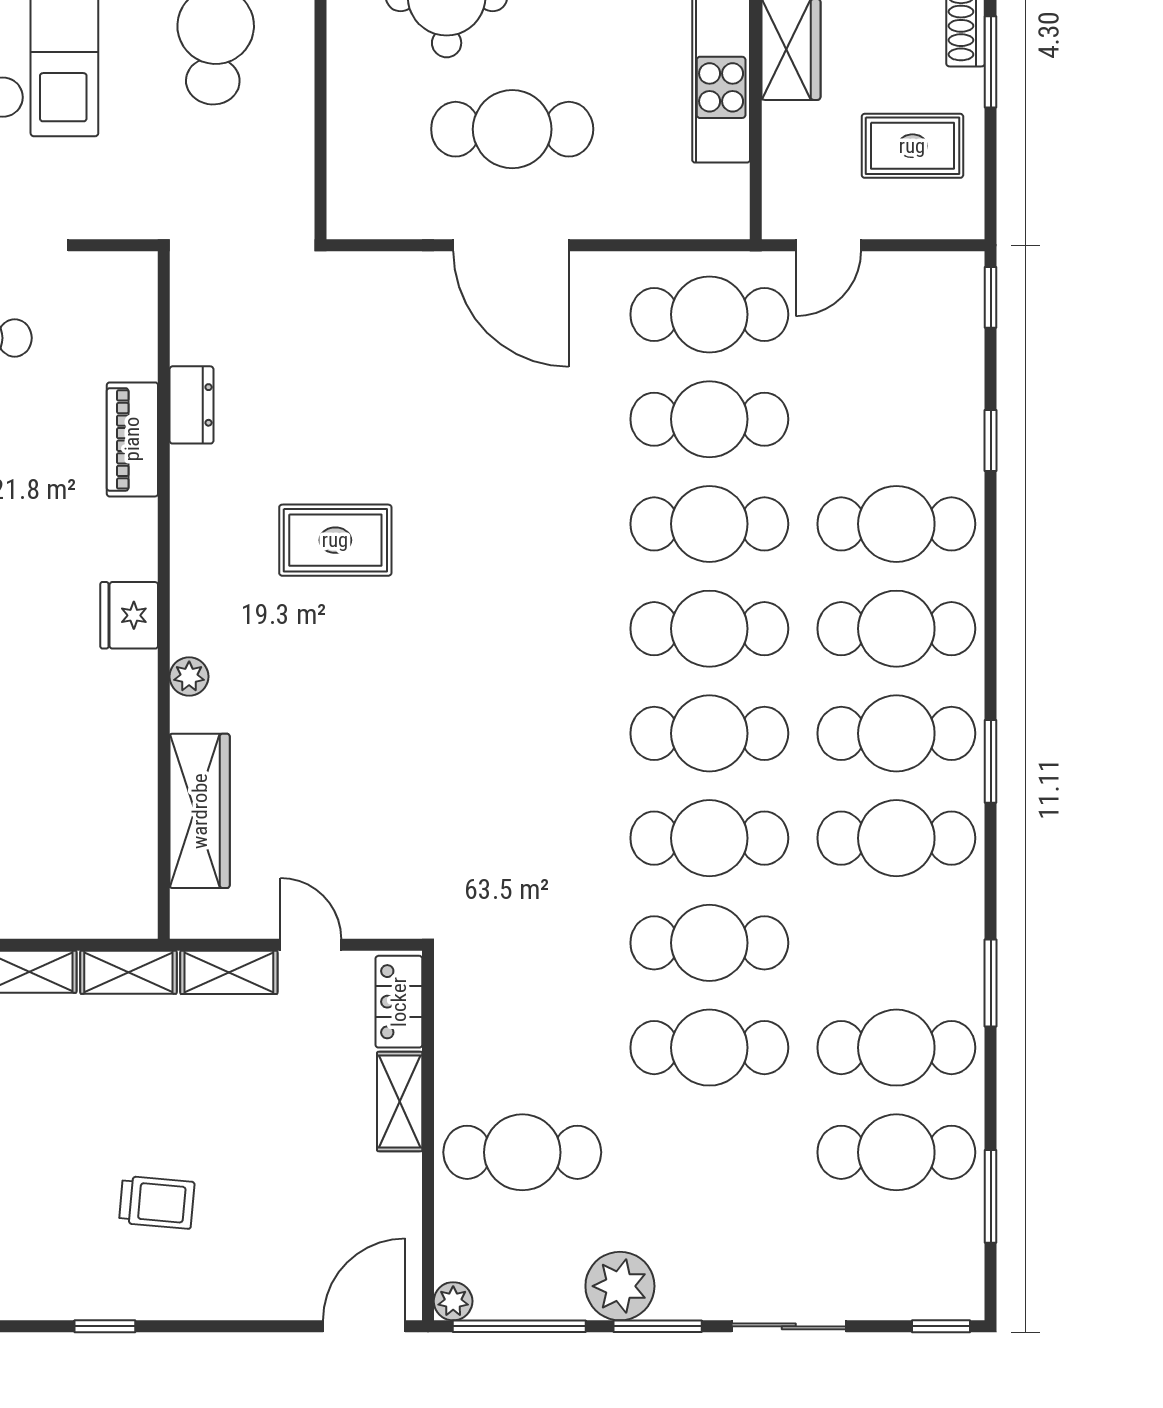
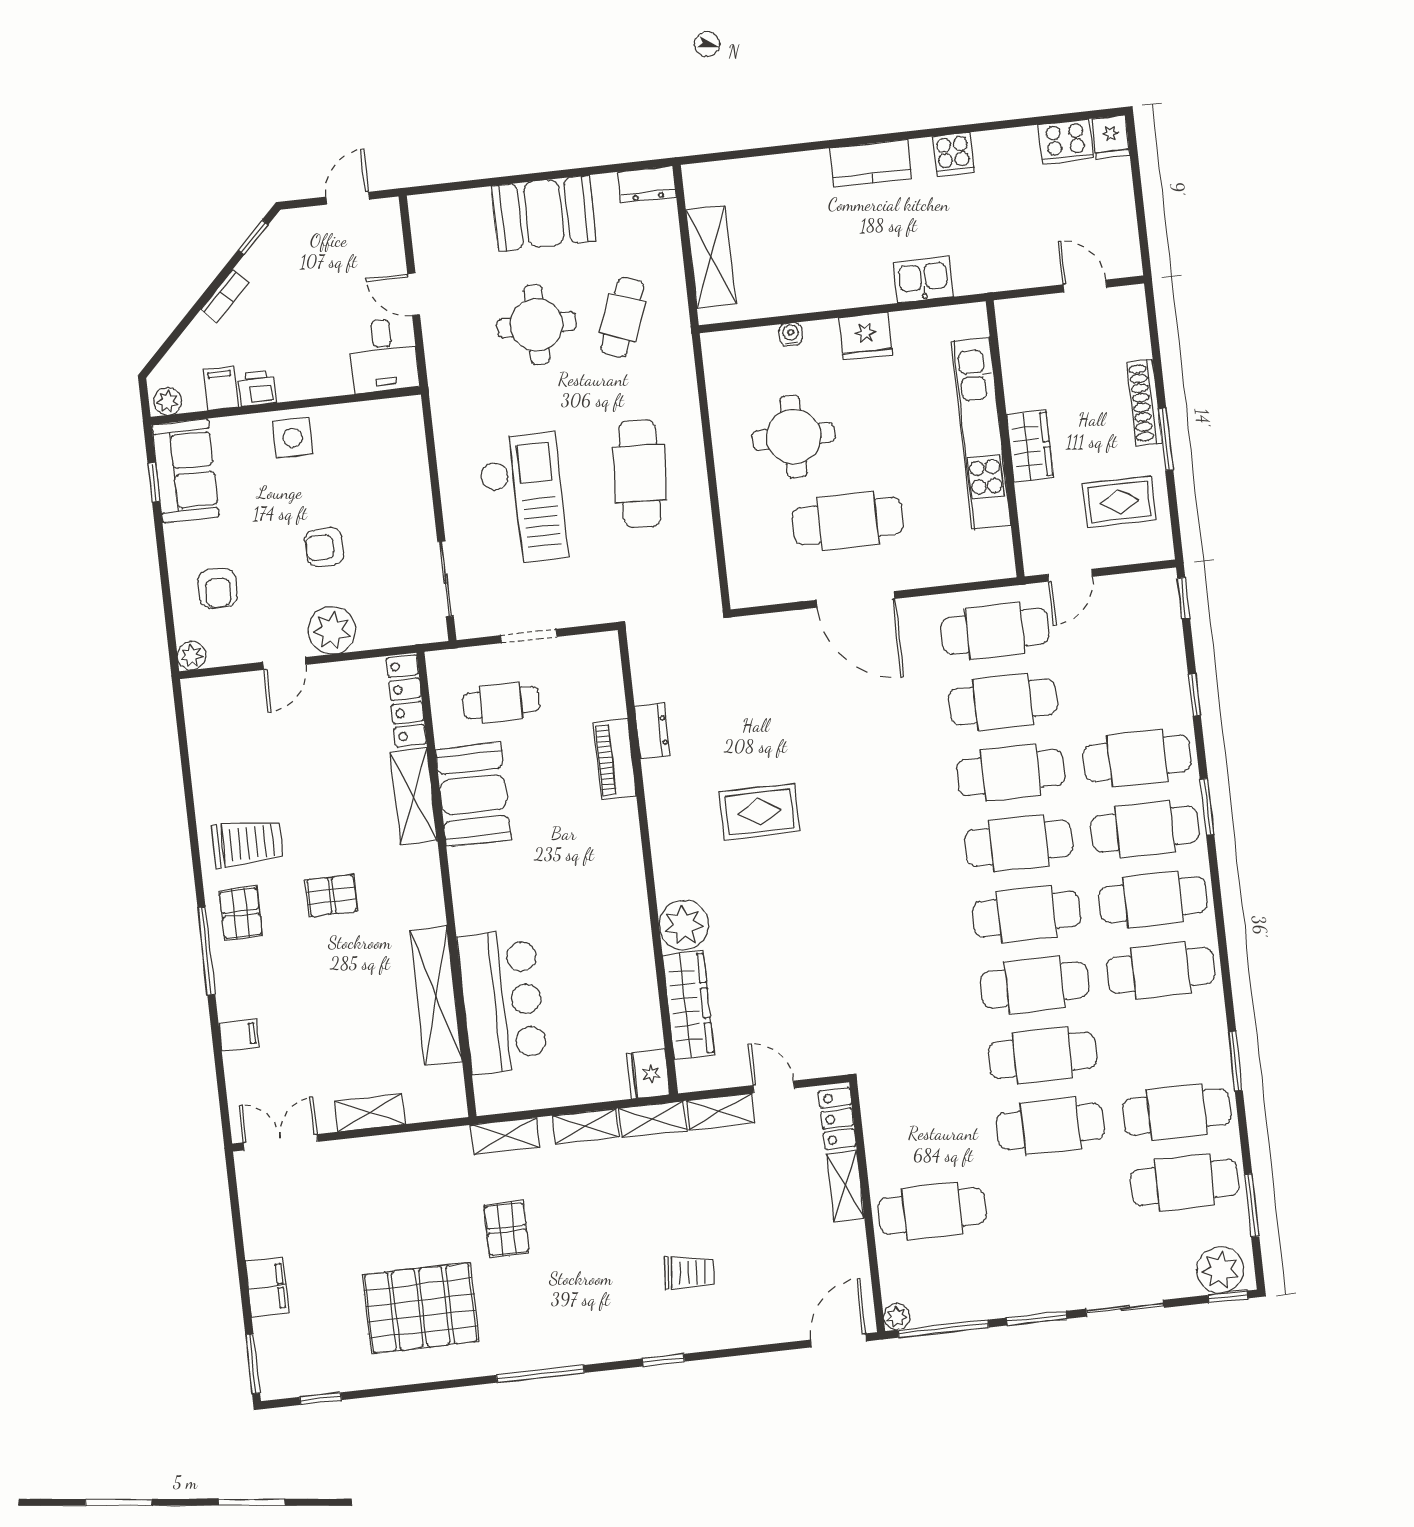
fridge: (129, 615) -> (648, 1074), moved
plant: (189, 677) -> (684, 925), width x1.88, depth x1.88
window: (991, 761) -> (1207, 807), moved
plant: (620, 1286) -> (1220, 1270), moved

